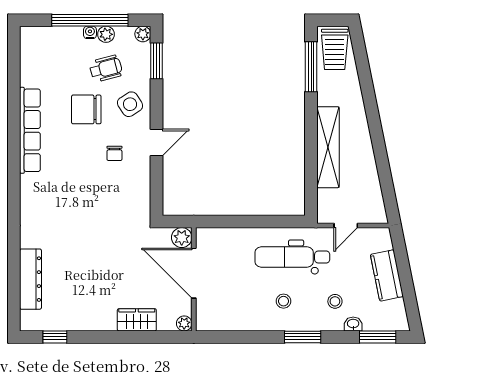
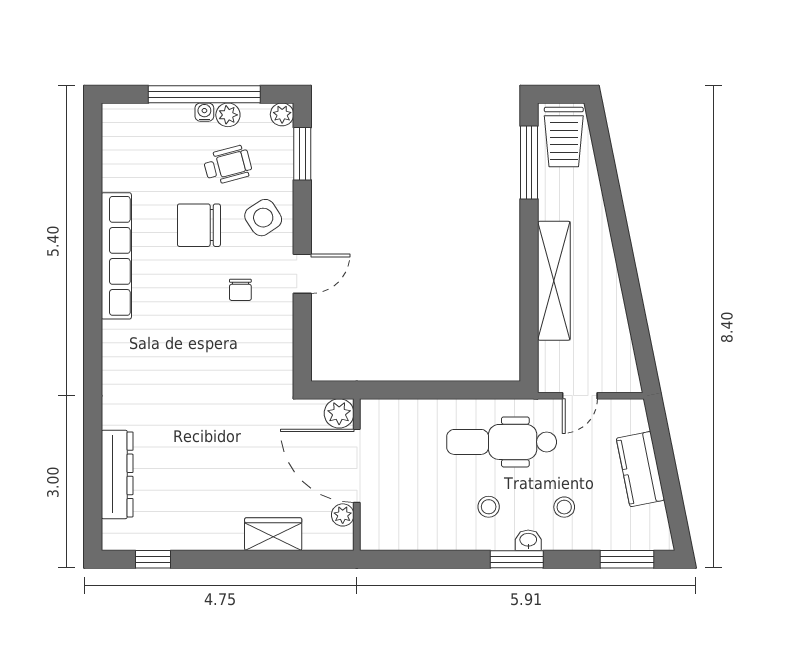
plant: (184, 323) -> (343, 515), moved
washbasin: (353, 324) -> (528, 540), moved

